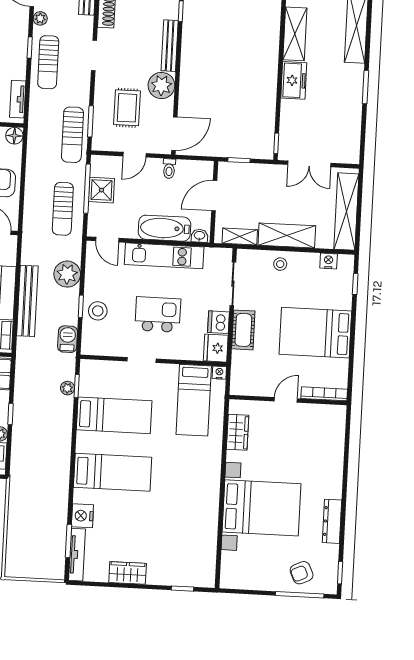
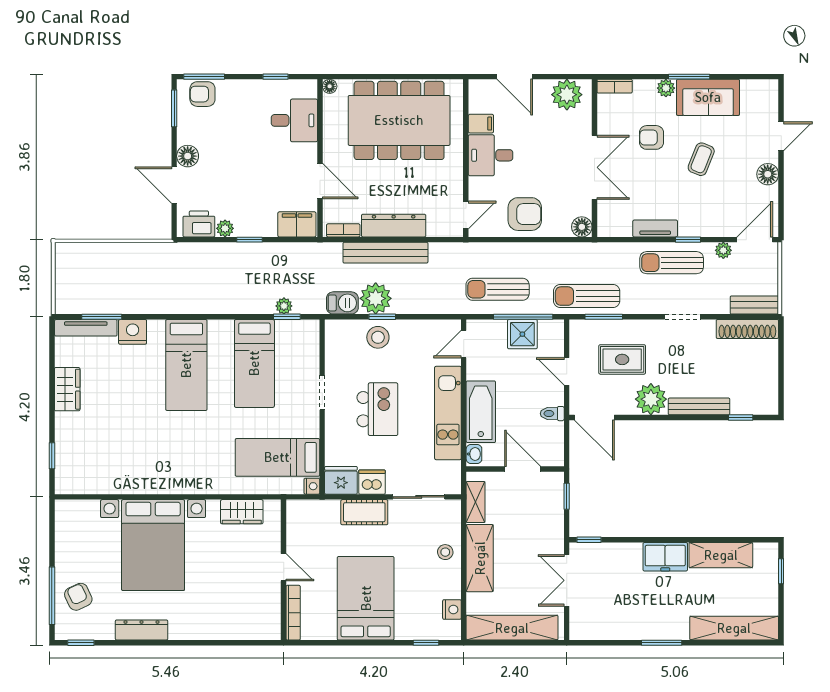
tv unit: (18, 99) -> (655, 228), moved
plant: (67, 274) -> (376, 298), moved

